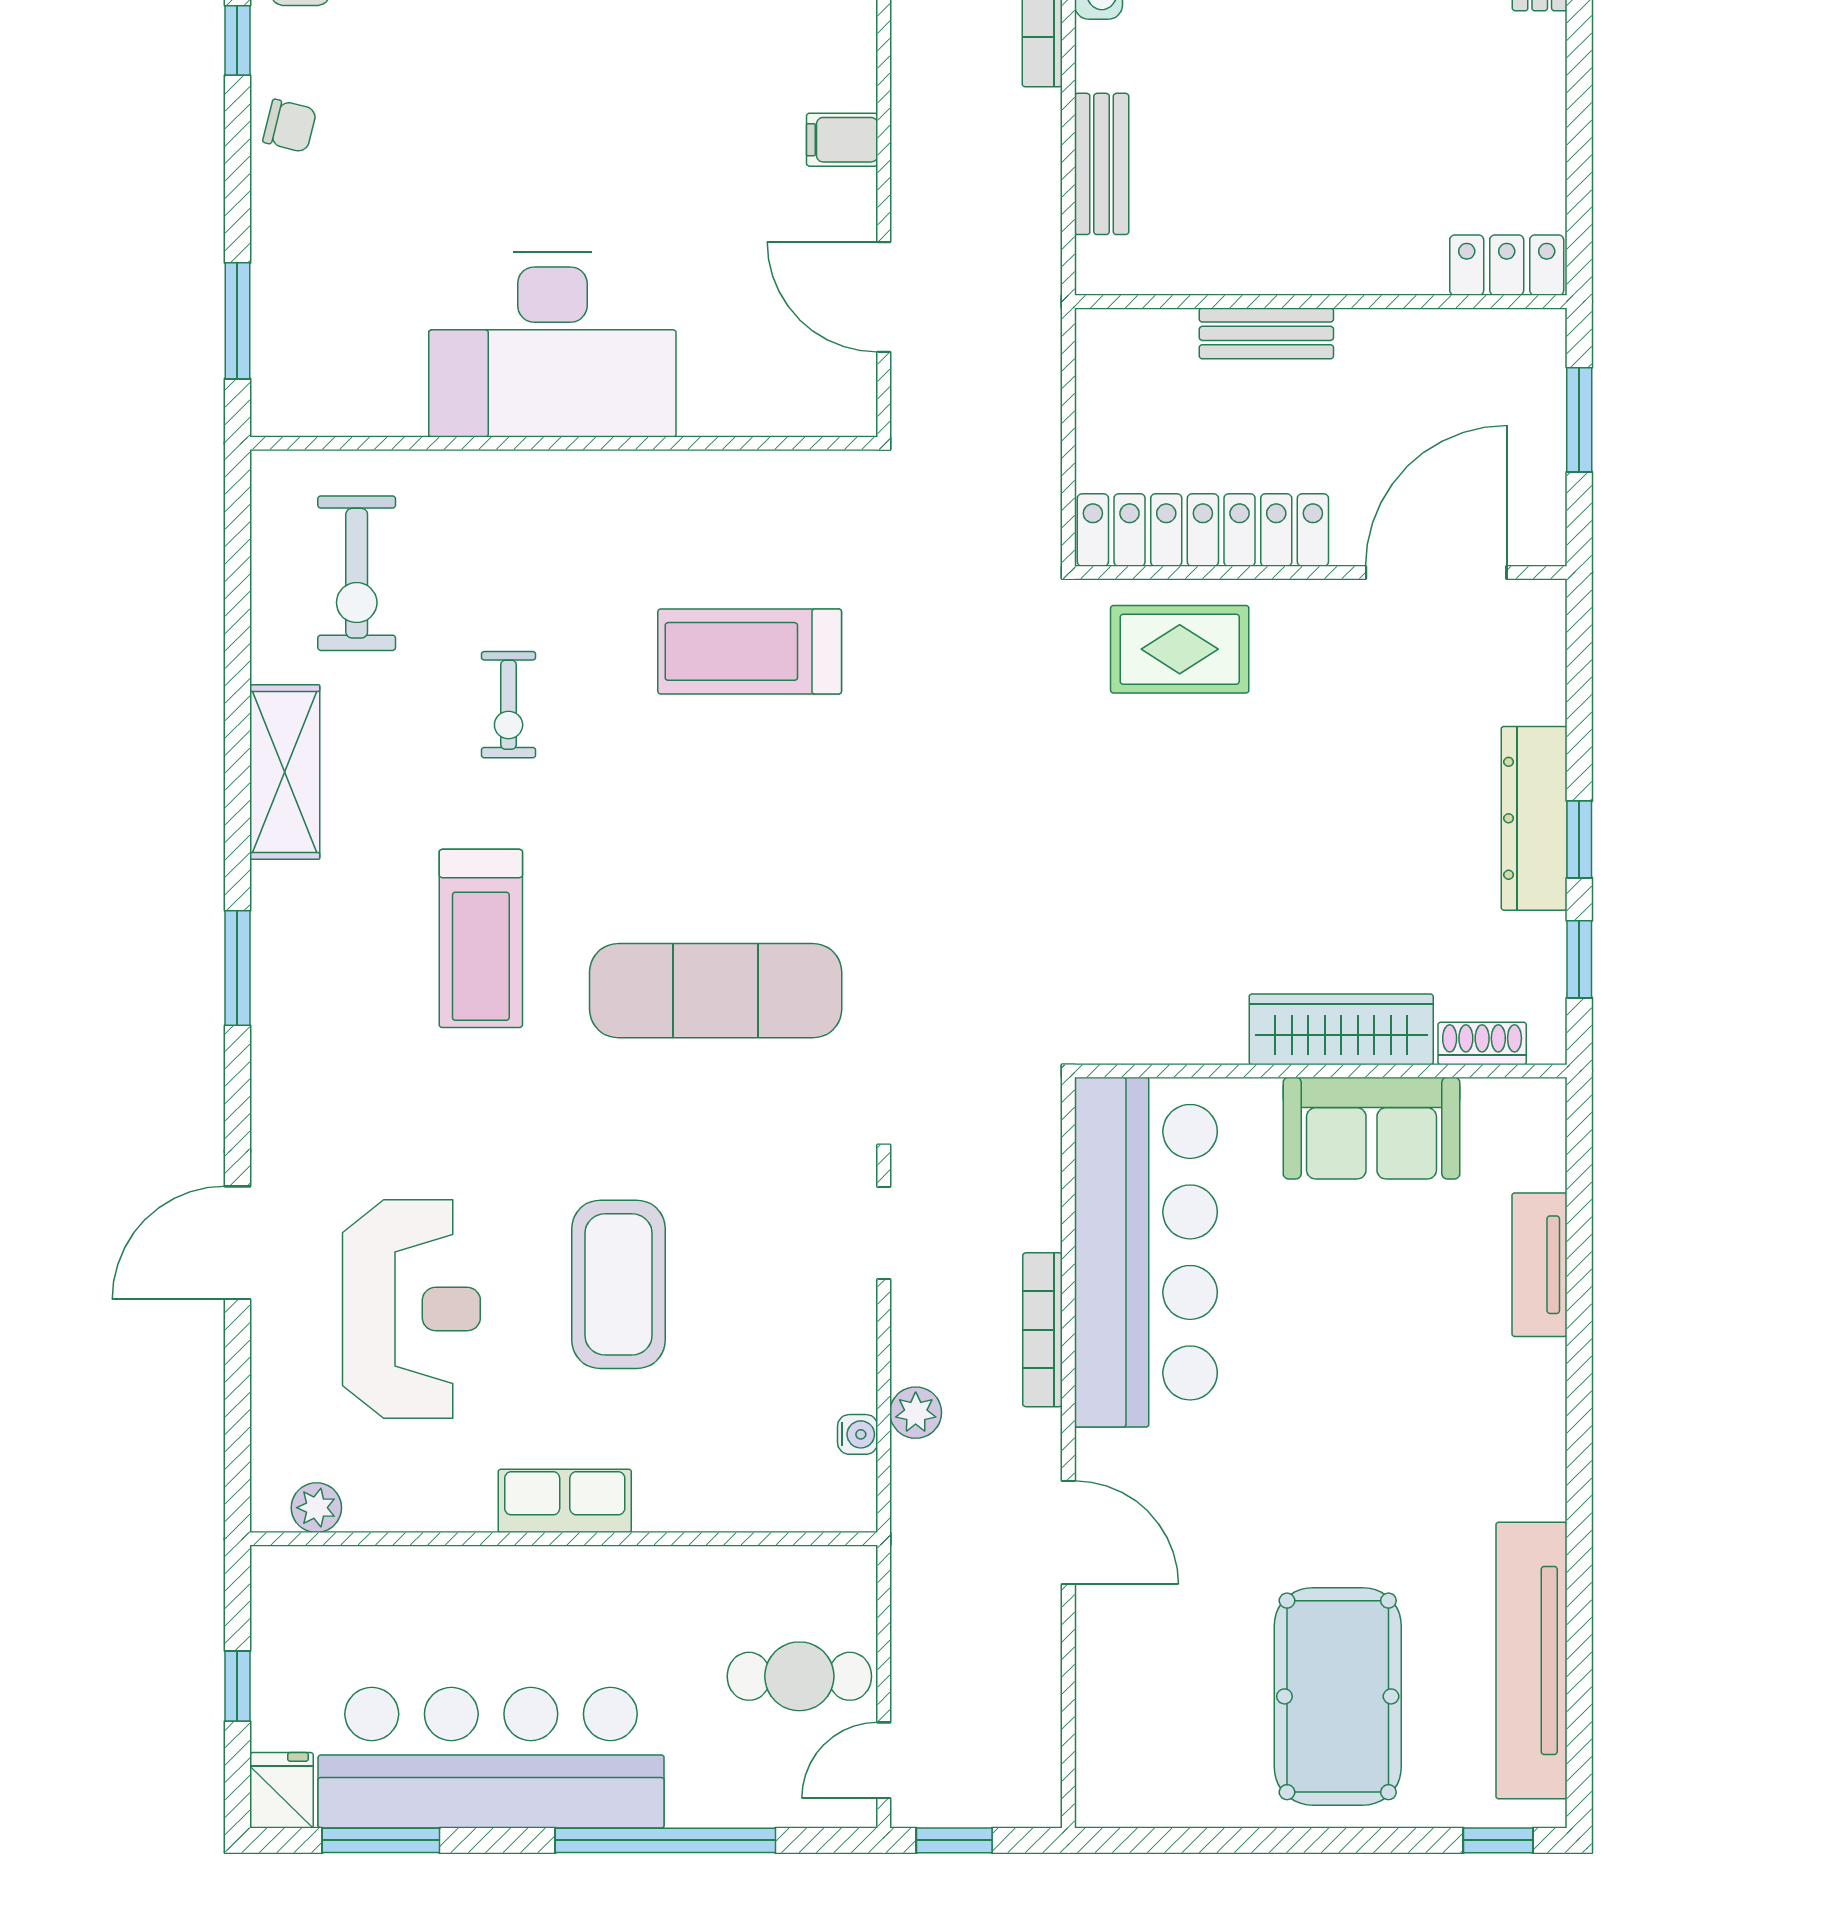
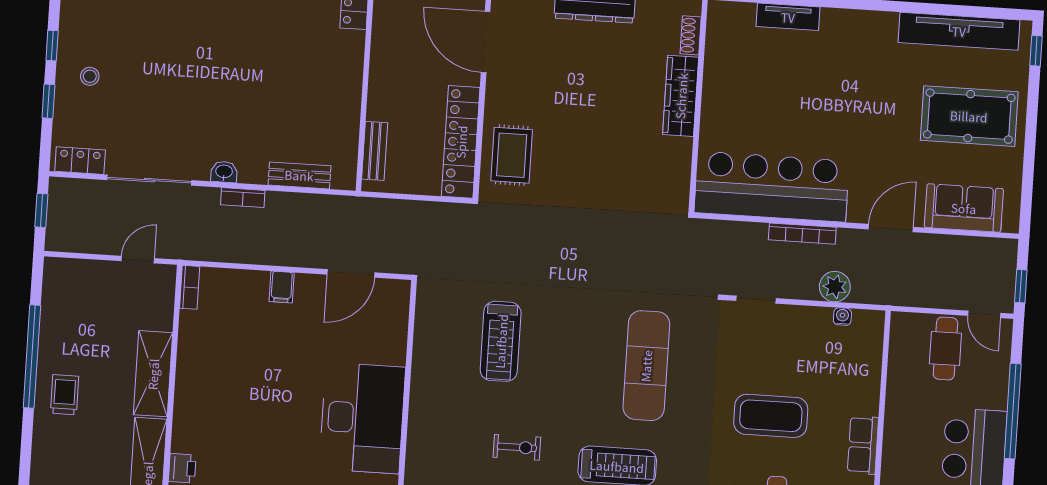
bench: (1266, 333) -> (375, 151), moved
sofa: (1372, 1128) -> (964, 208), moved, turned -90
plant: (916, 1413) -> (835, 287), width x1.38, depth x1.38

